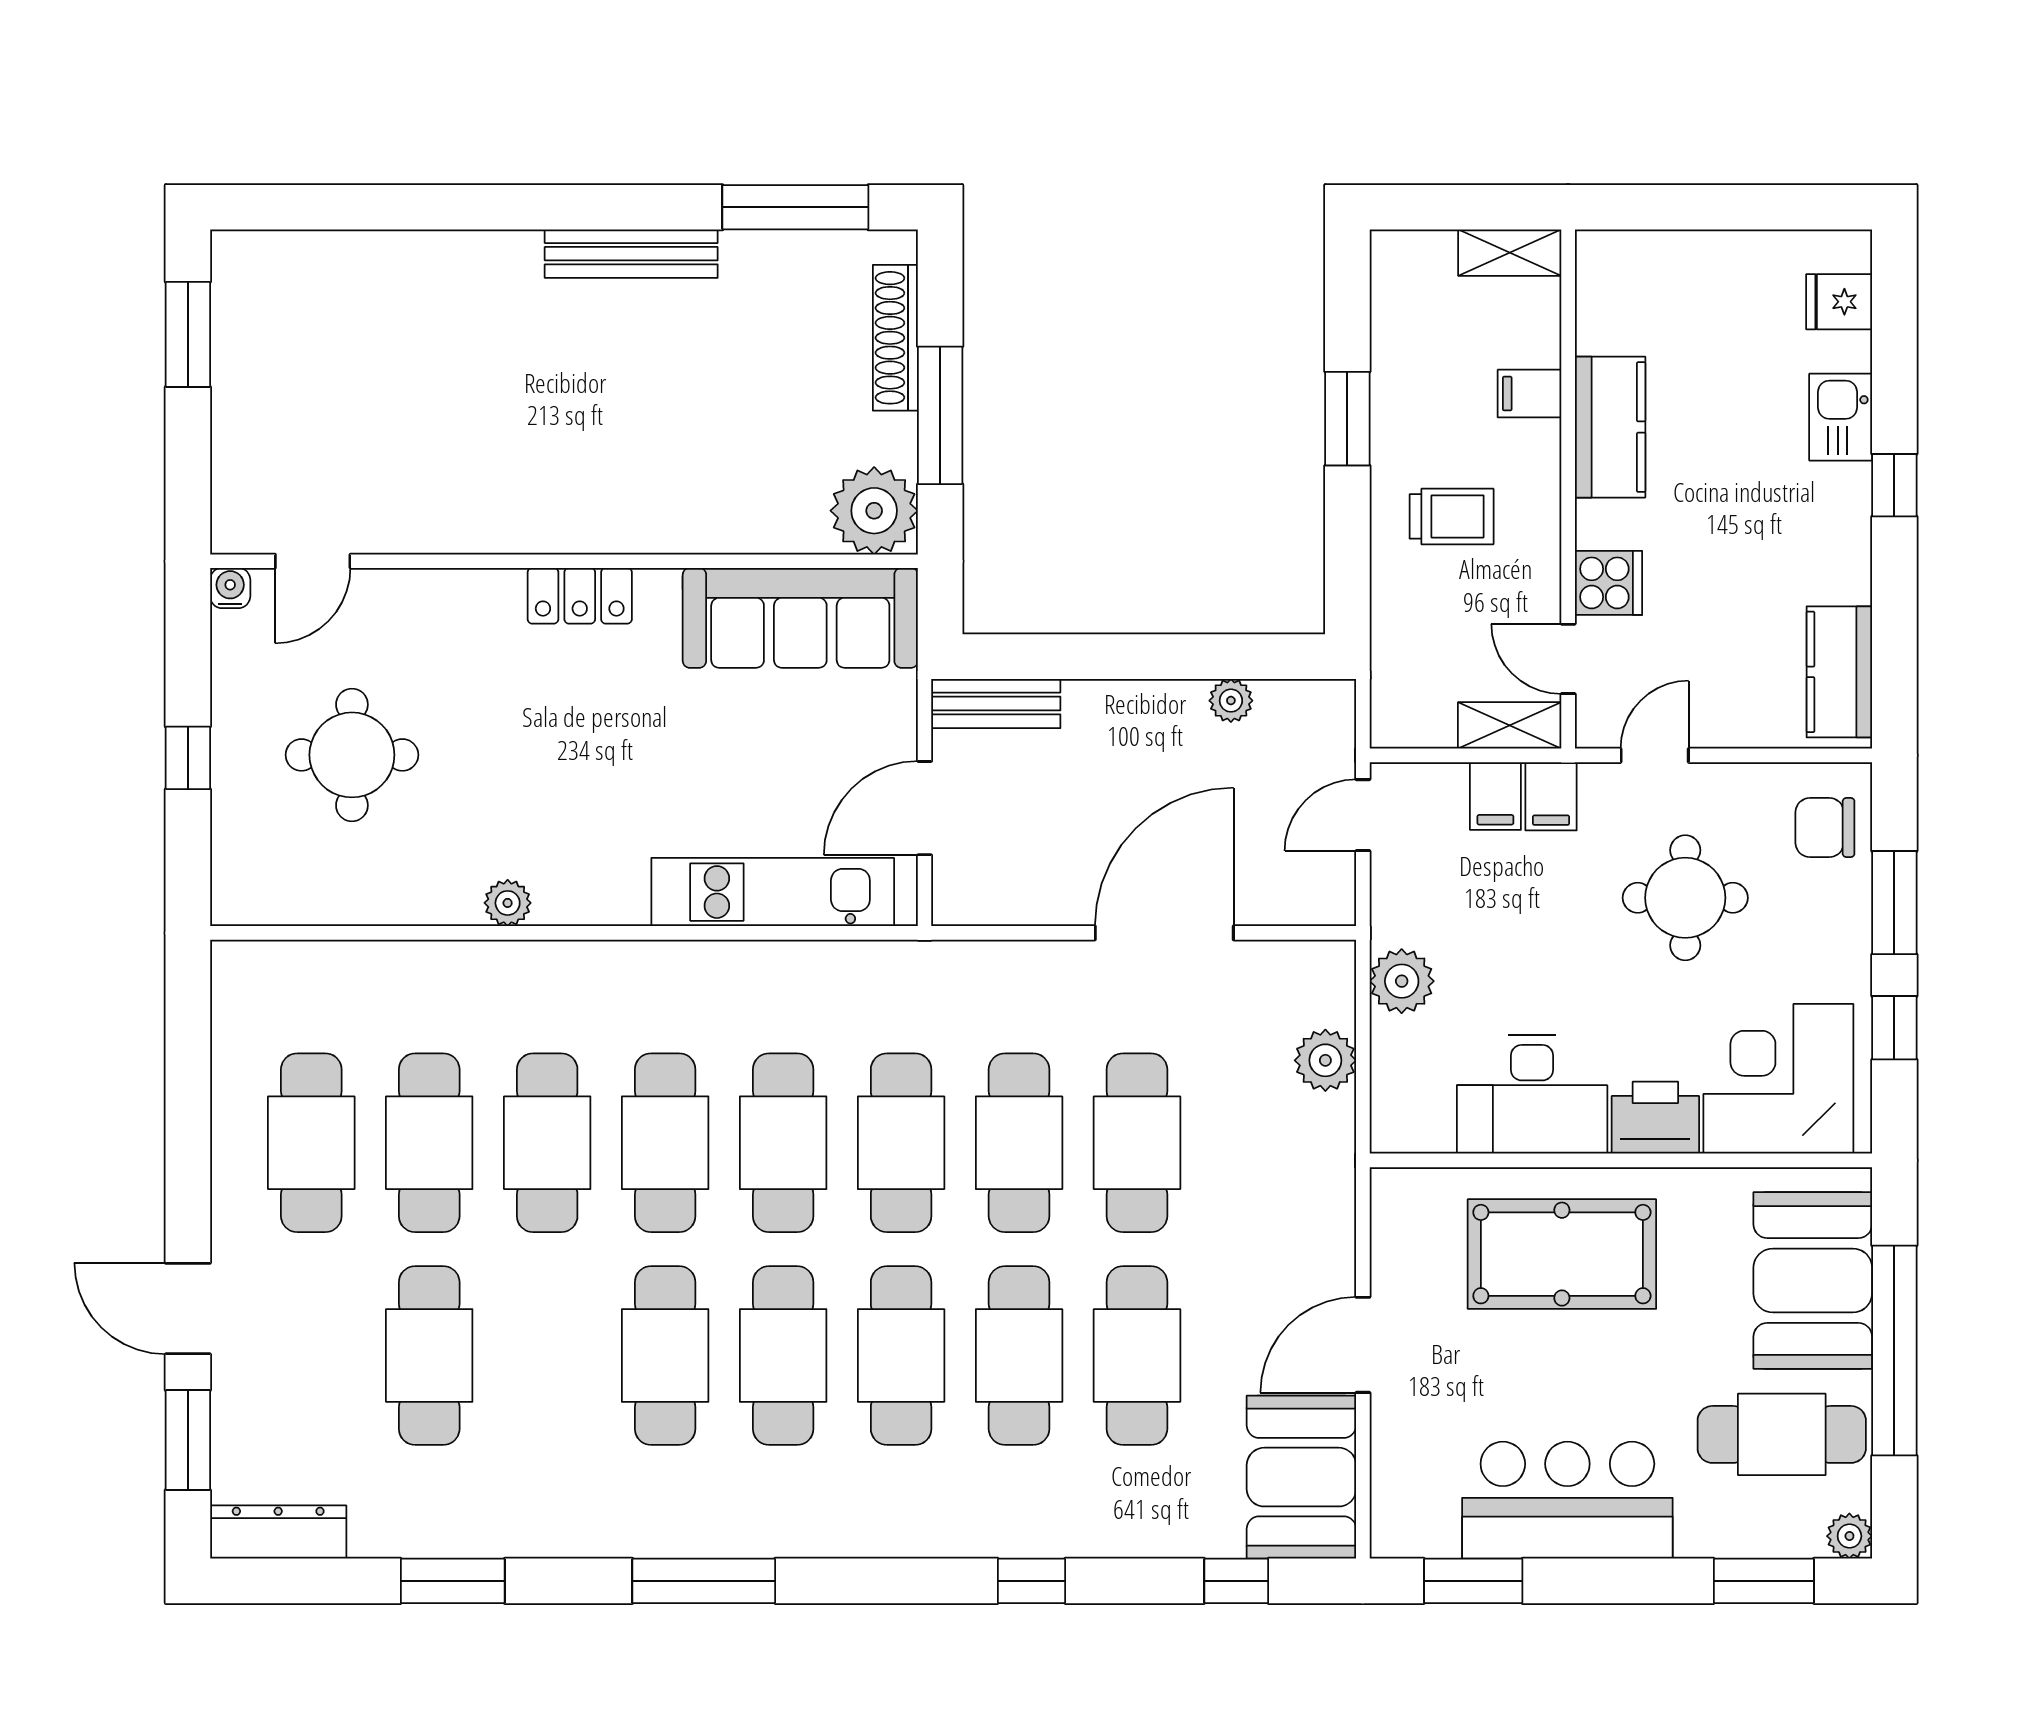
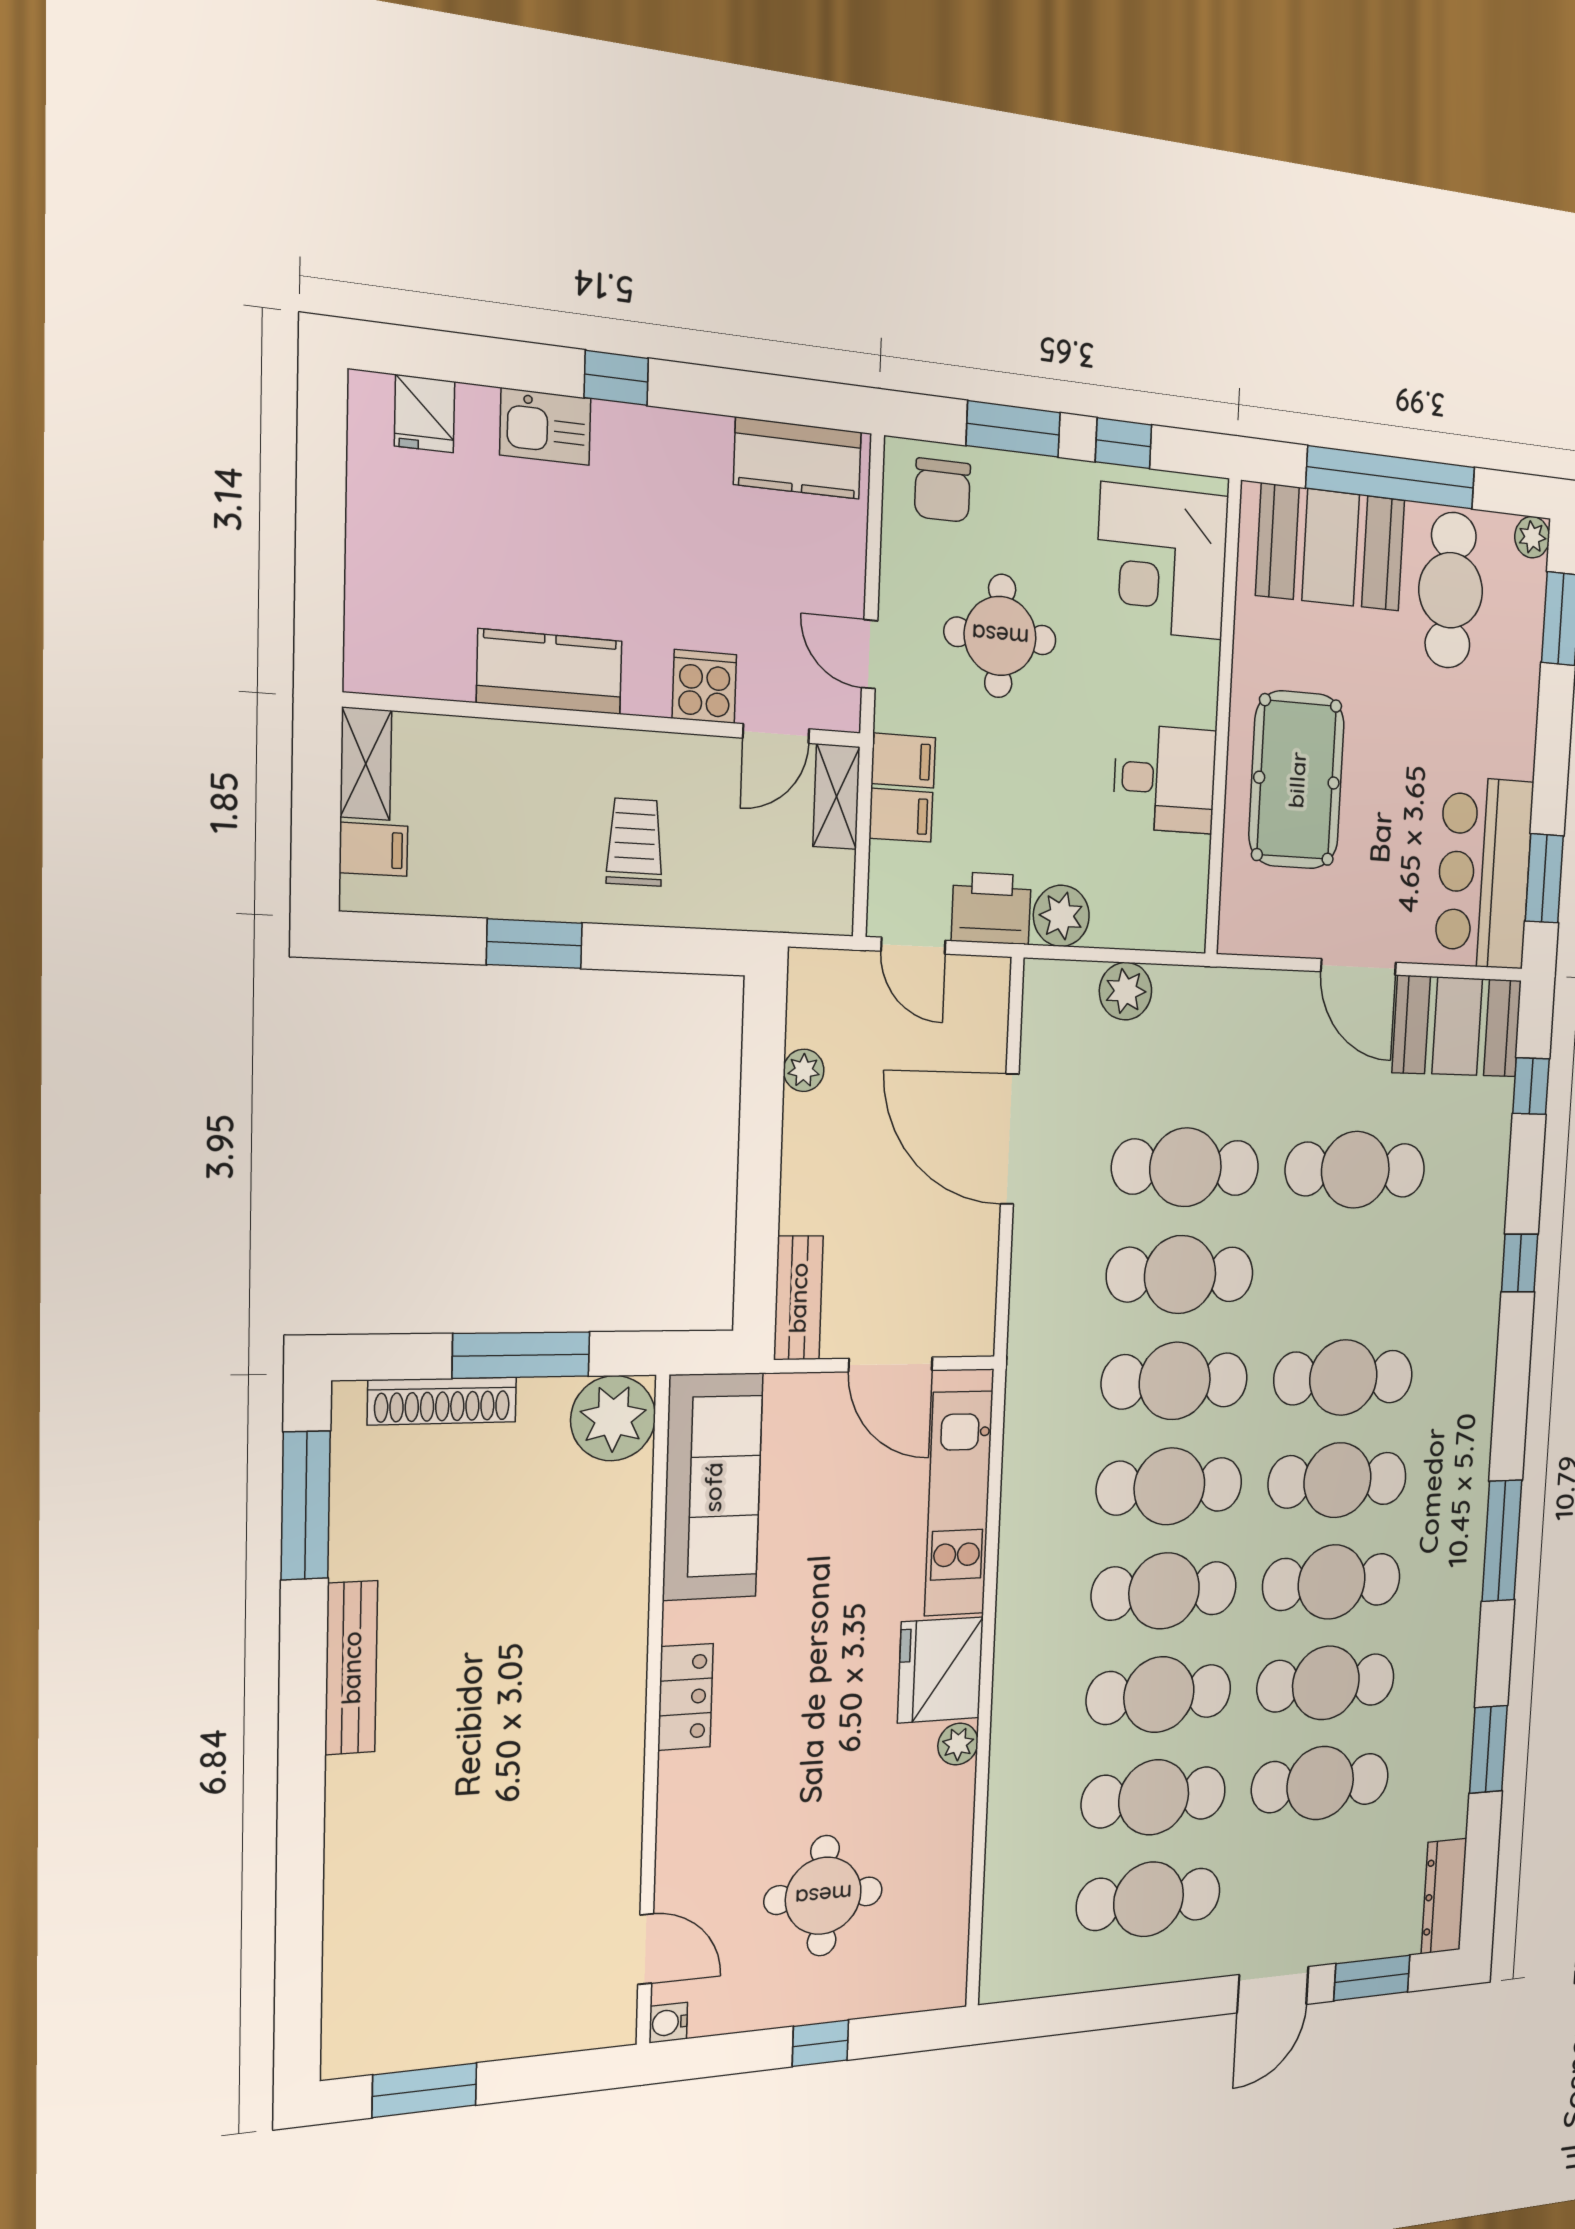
filing cabinet: (1530, 394) -> (374, 849), moved, turned -90
fridge: (591, 879) -> (940, 1670), added
desk: (1532, 1095) -> (1165, 779), width x0.73
printer: (1655, 1118) -> (991, 908), moved, turned 90
cafe table: (1019, 1356) -> (1326, 1683), moved
bar counter: (1567, 1500) -> (1484, 873), moved

